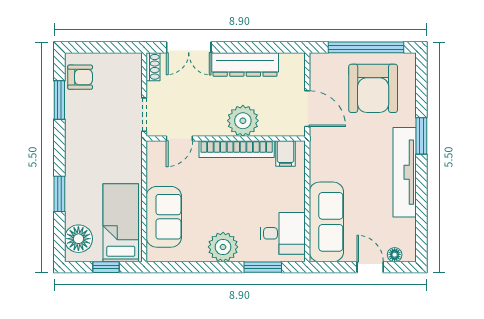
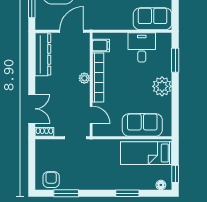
dresser: (245, 64) -> (43, 54), moved
plant: (243, 121) -> (84, 78), width x0.53, depth x0.53
sofa: (326, 222) -> (153, 19), width x0.73
desk: (283, 233) -> (142, 47), moved
floor lamp: (78, 239) -> (161, 185), width x0.53, depth x0.53
window: (106, 267) -> (175, 174), moved

